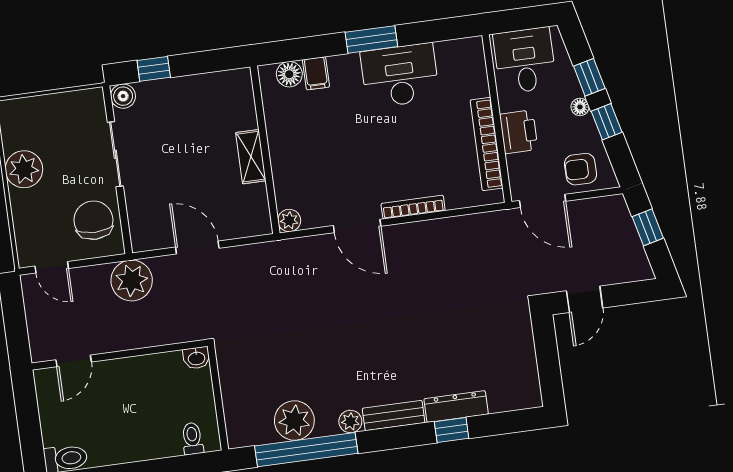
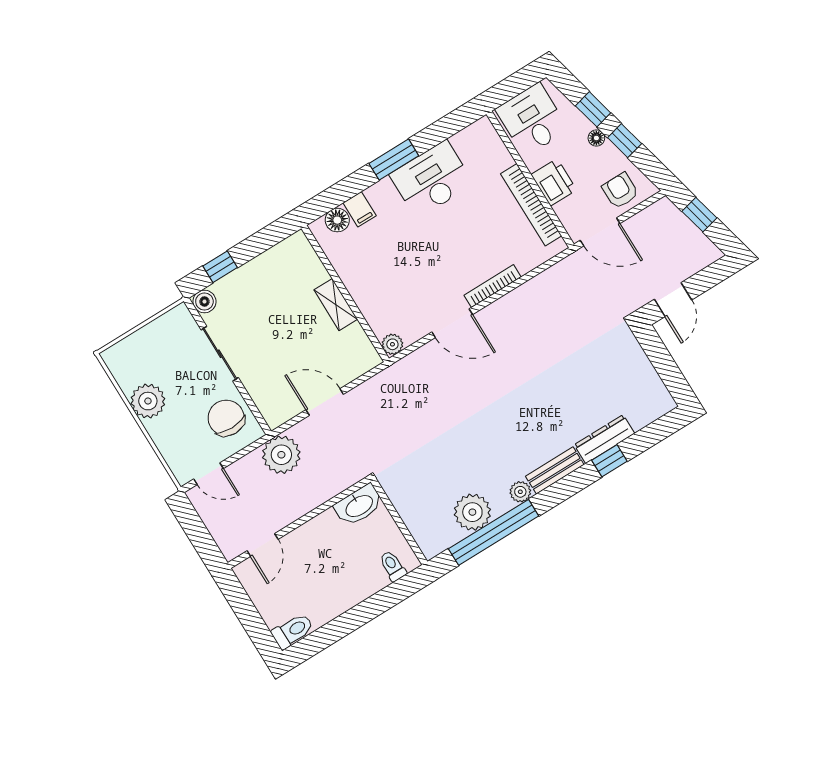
armchair: (581, 169) -> (620, 191), turned 90
washbasin: (197, 358) -> (359, 505), width x1.91, depth x1.45

